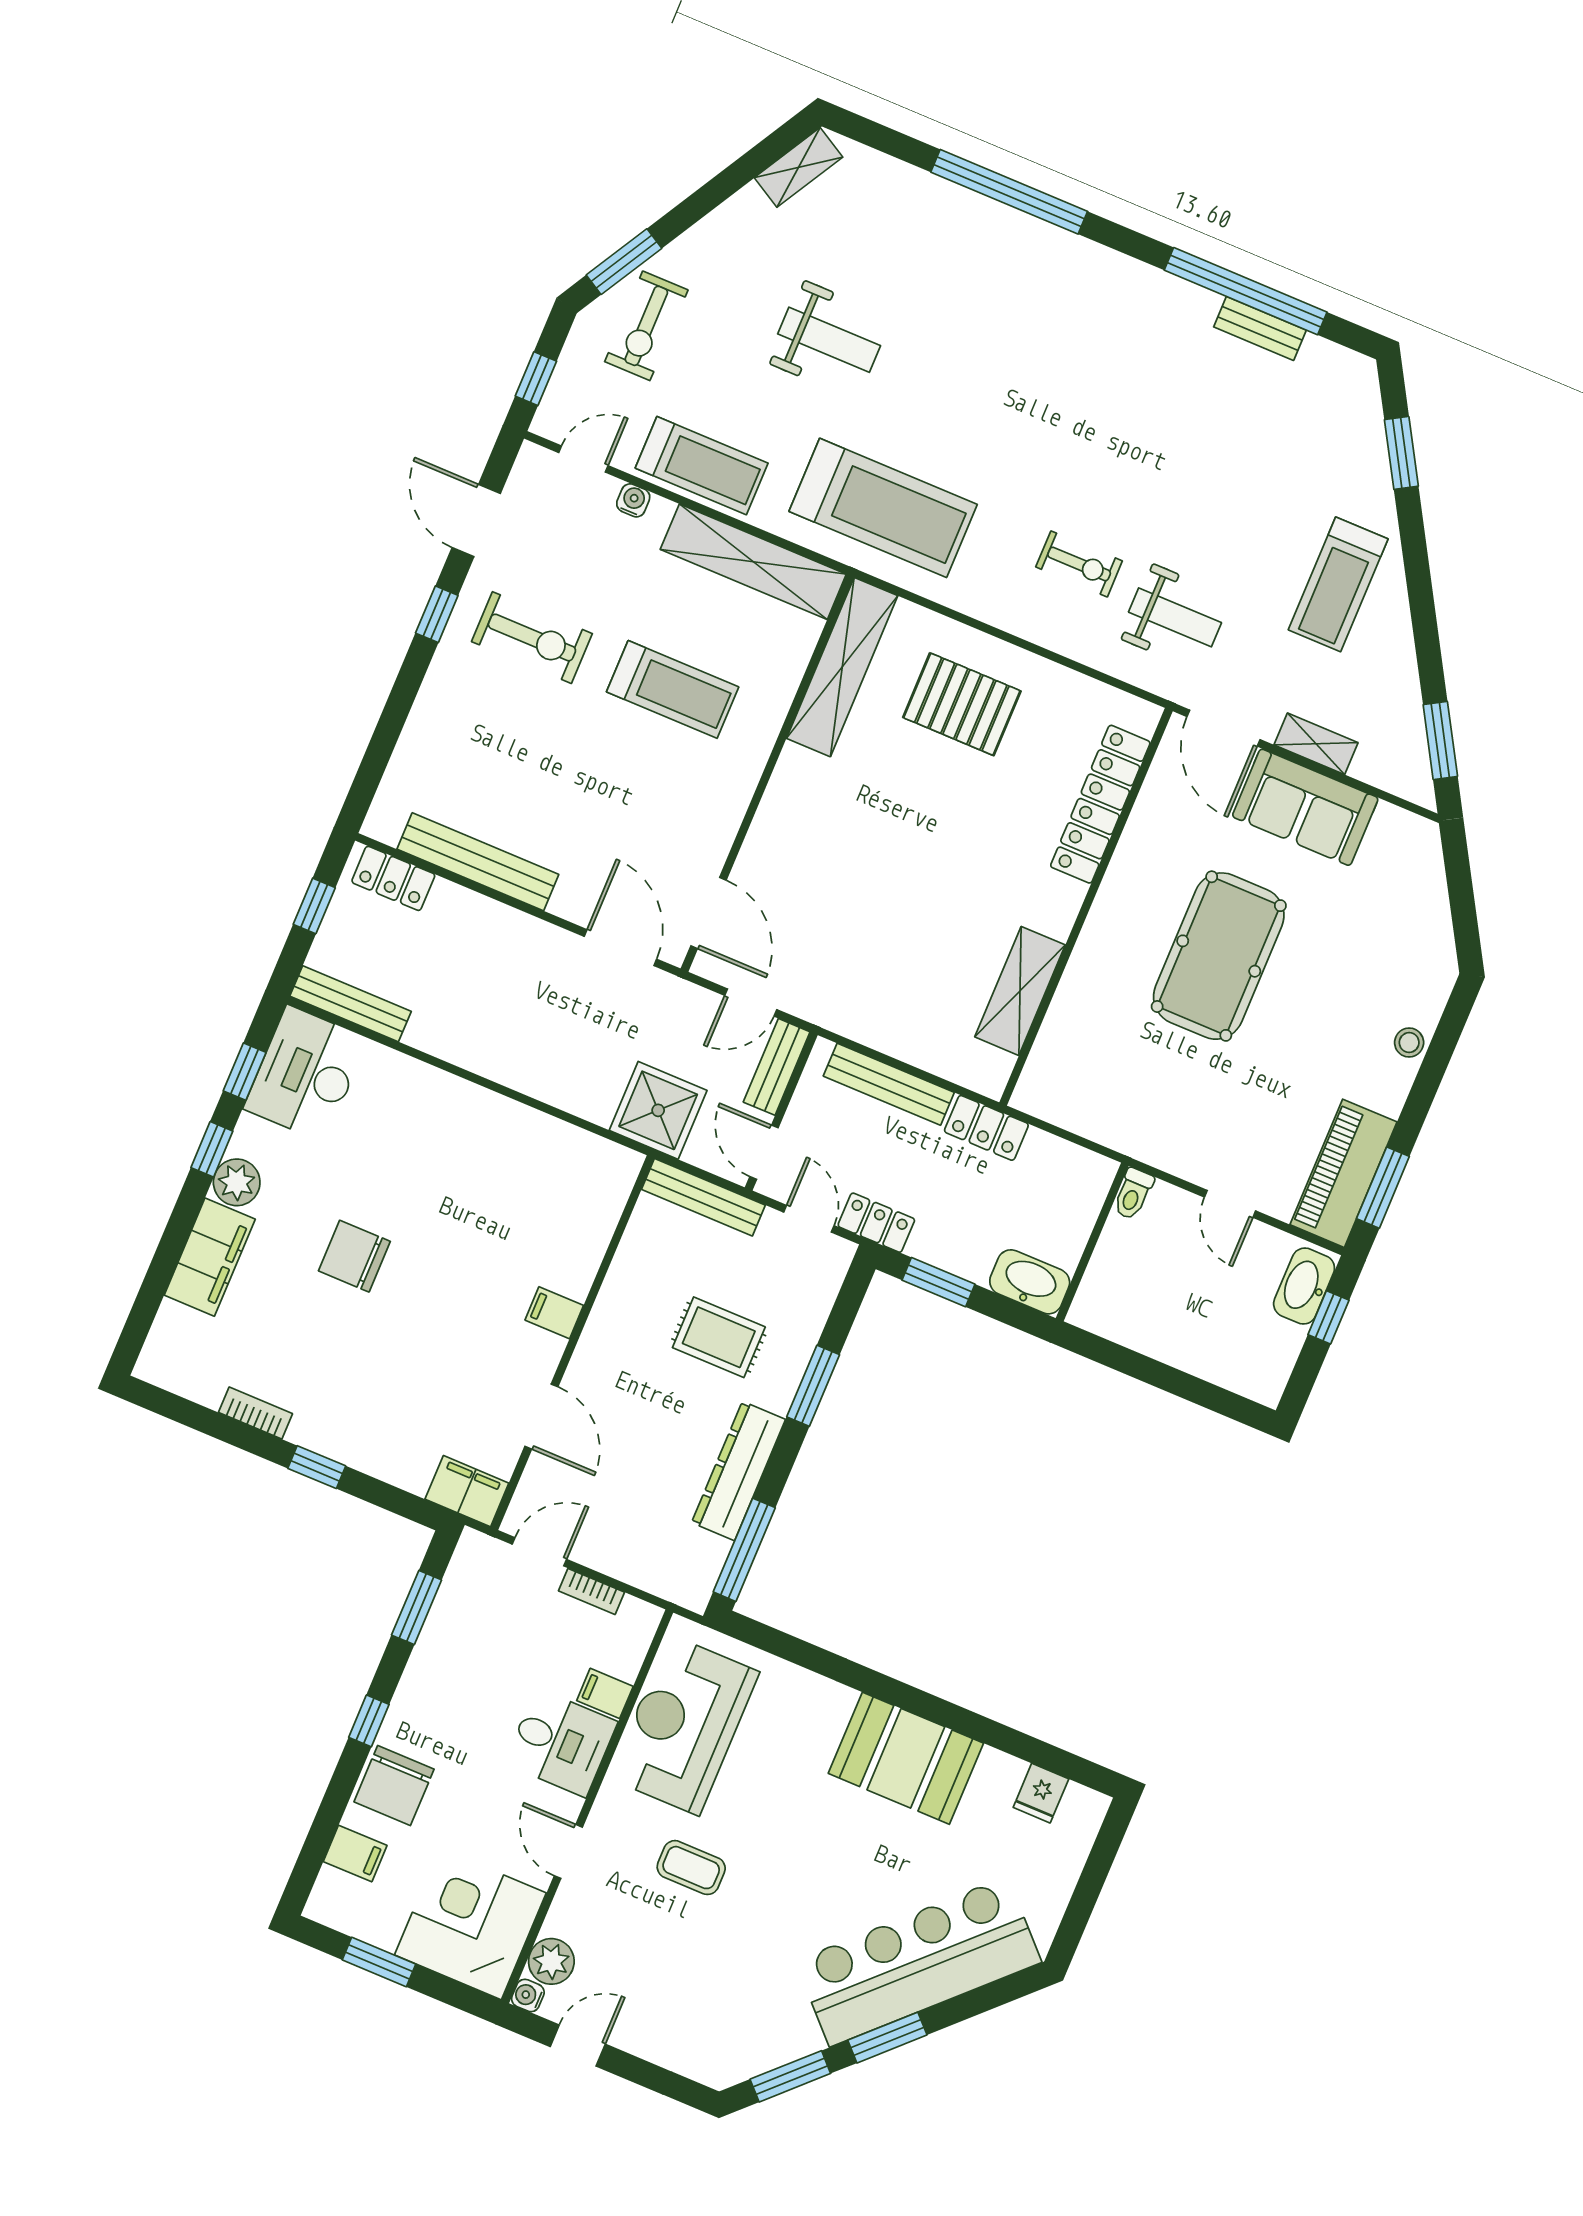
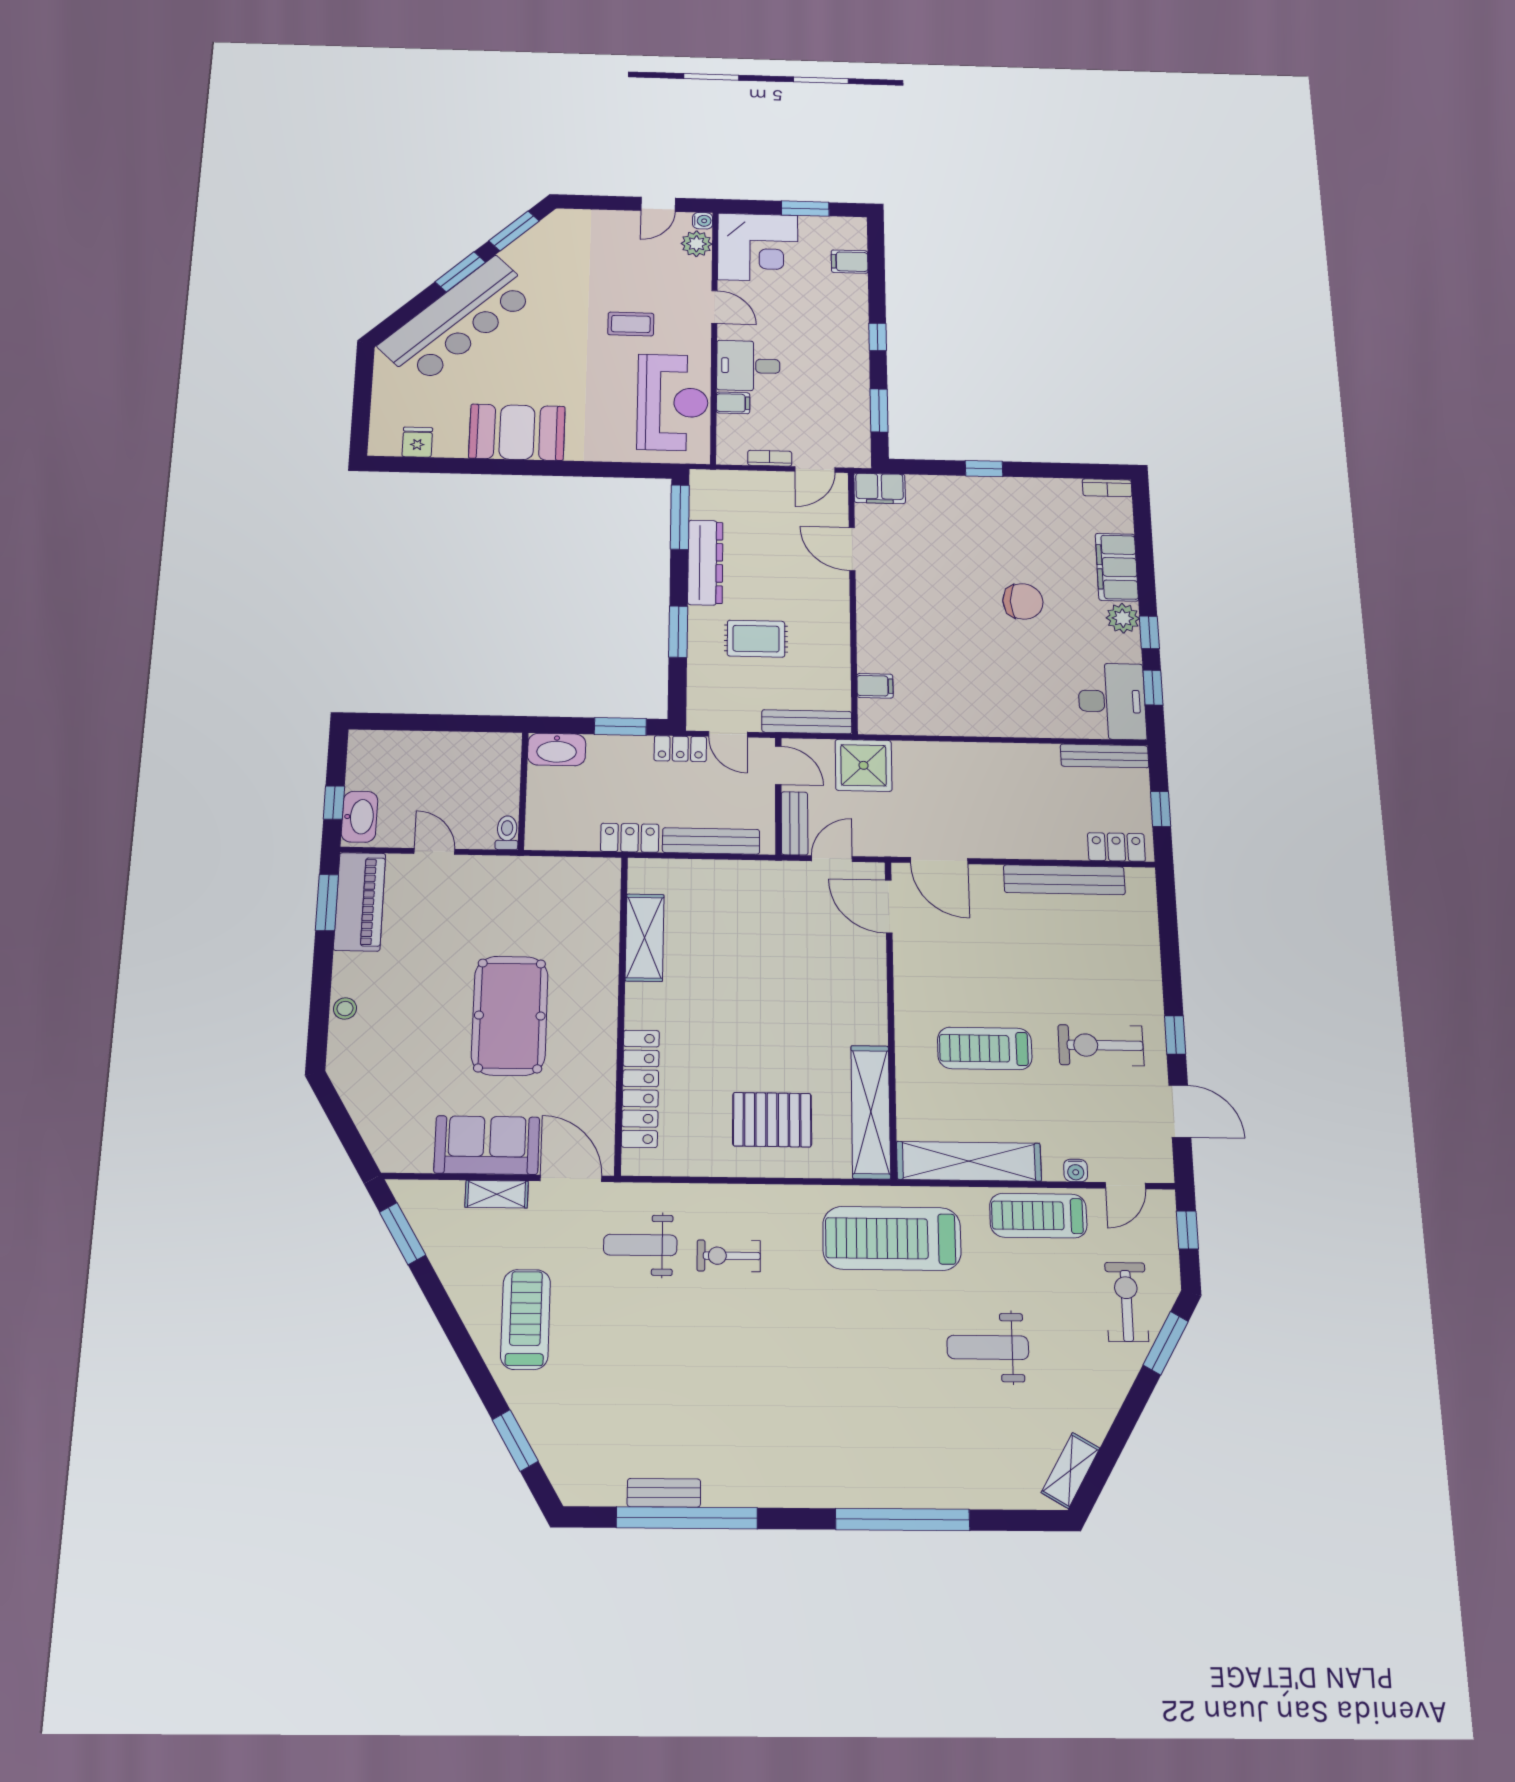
filing cabinet: (554, 1313) -> (875, 686), moved
bookcase: (256, 1413) -> (1107, 488), moved
chair: (394, 1785) -> (844, 307), removed

